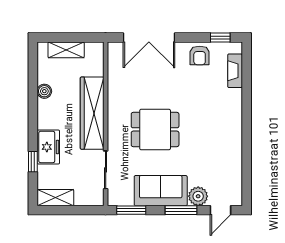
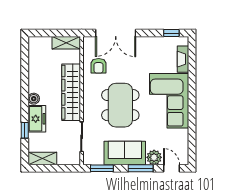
shelving: (66, 50) -> (66, 43), moved
armchair: (200, 55) -> (99, 66), moved
boiler: (44, 91) -> (34, 99), moved
corner sofa: (217, 124) -> (169, 101), added
dining table: (155, 129) -> (120, 105), width x1.38
door: (220, 210) -> (172, 168), swing flipped

